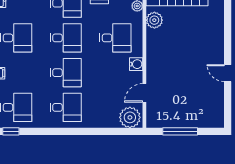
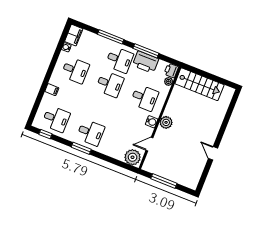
plant: (154, 20) -> (166, 122), moved
desk: (66, 73) -> (100, 108), removed
window: (62, 131) -> (81, 148), added

